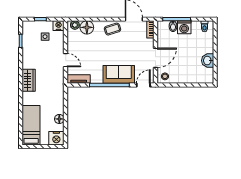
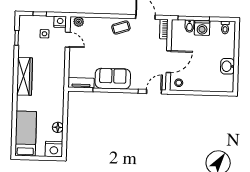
floor lamp: (87, 27) -> (92, 25), removed
door: (66, 60) -> (68, 40), moved
sofa: (119, 74) -> (113, 79), moved
wardrobe: (29, 80) -> (25, 76), width x1.50

